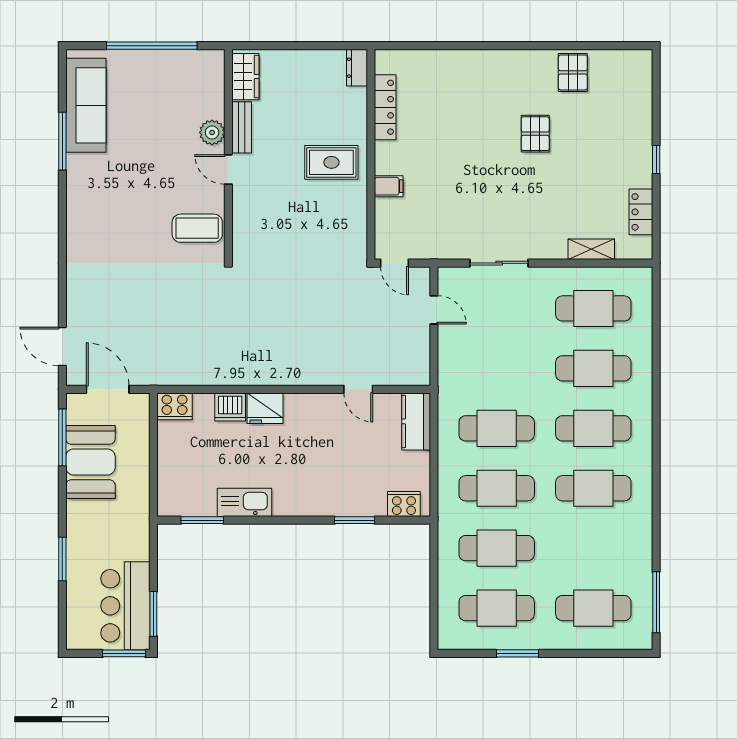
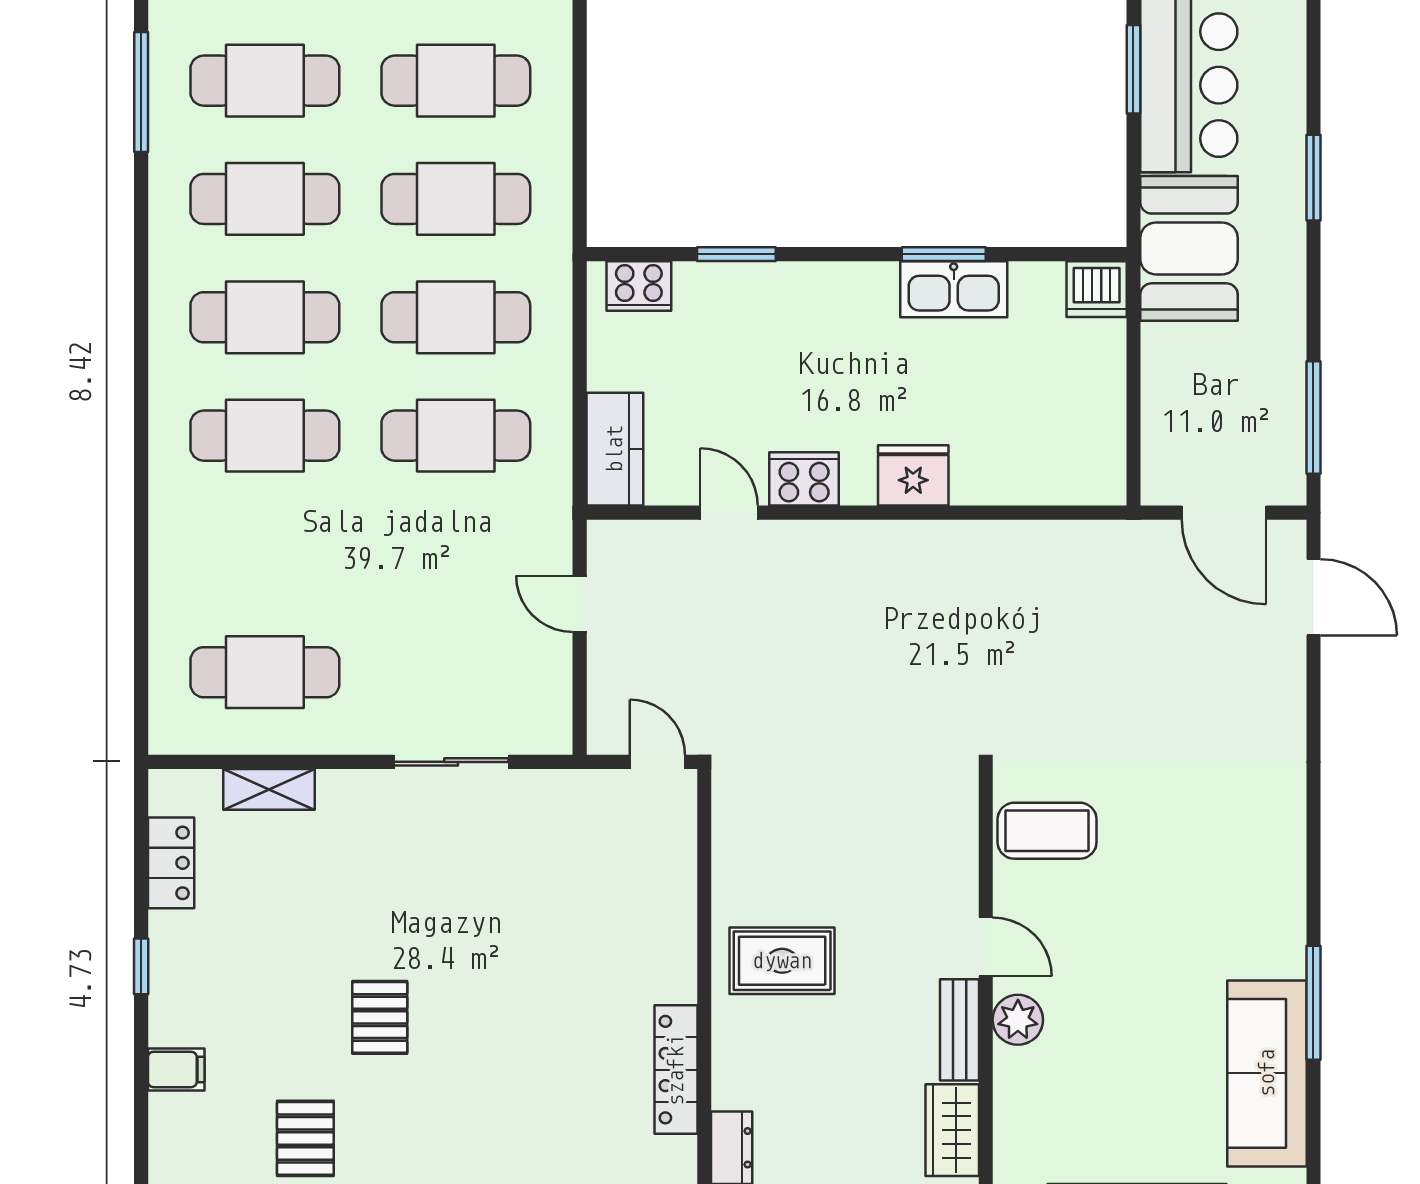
filing cabinet: (389, 186) -> (176, 1069), moved, turned 180
door: (434, 310) -> (580, 604), moved
cafe table: (593, 368) -> (265, 199), moved
cooker: (174, 406) -> (804, 479), moved
dishwasher: (230, 407) -> (1097, 289), moved, turned 180
booth: (90, 462) -> (1189, 248), moved
window: (202, 520) -> (944, 254), moved

